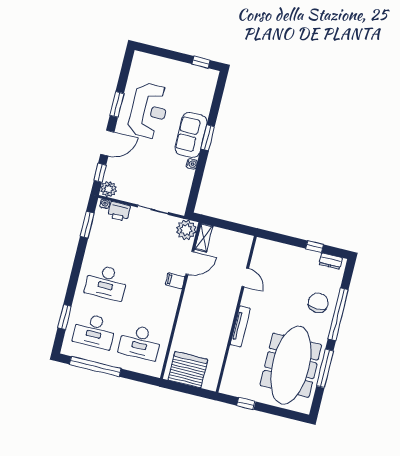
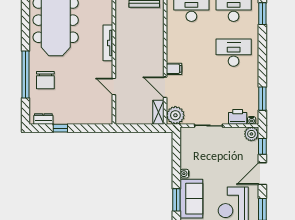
door: (190, 263) -> (165, 87), hinge flipped
window: (325, 368) -> (25, 25), removed

